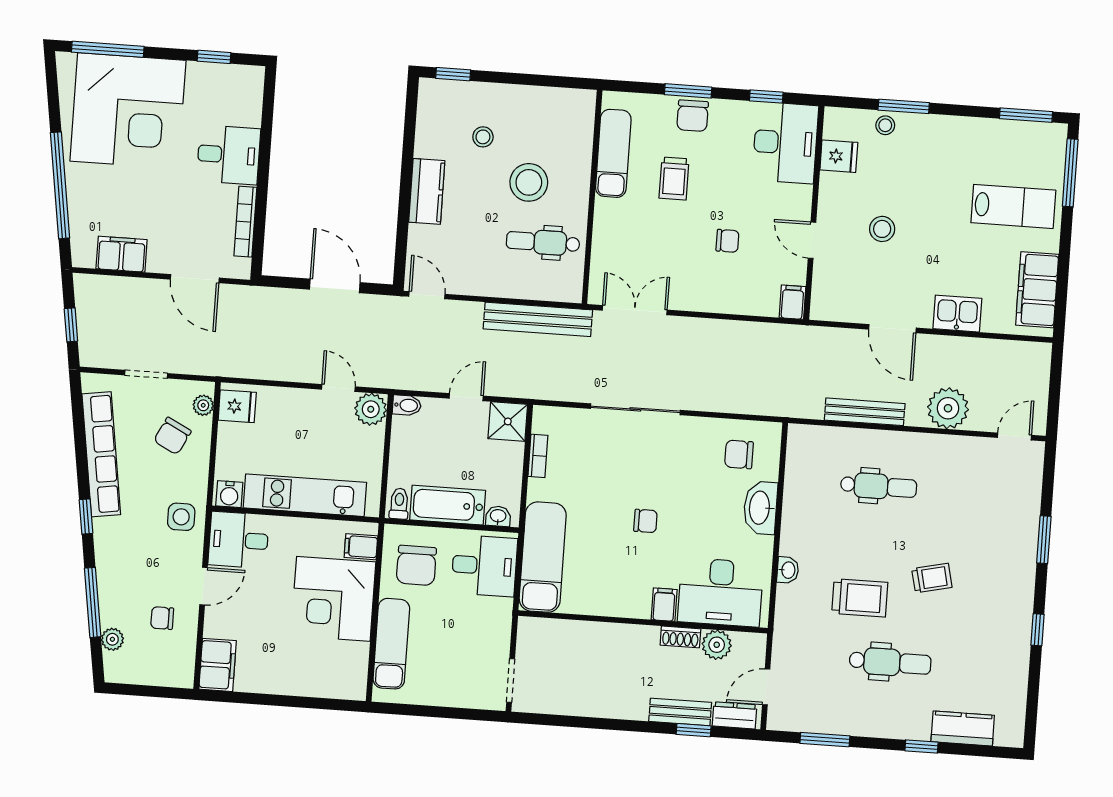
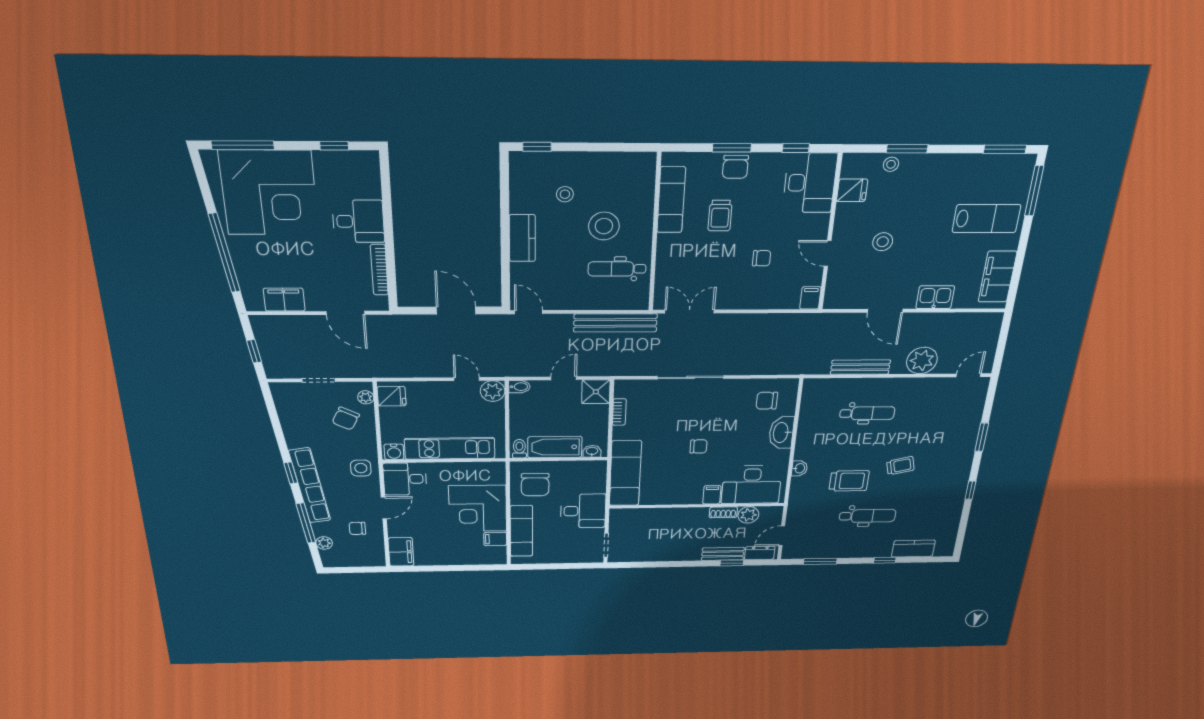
row of seats: (101, 454) -> (310, 486), moved
filing cabinet: (361, 547) -> (495, 539), moved
desk: (484, 566) -> (583, 511), moved

